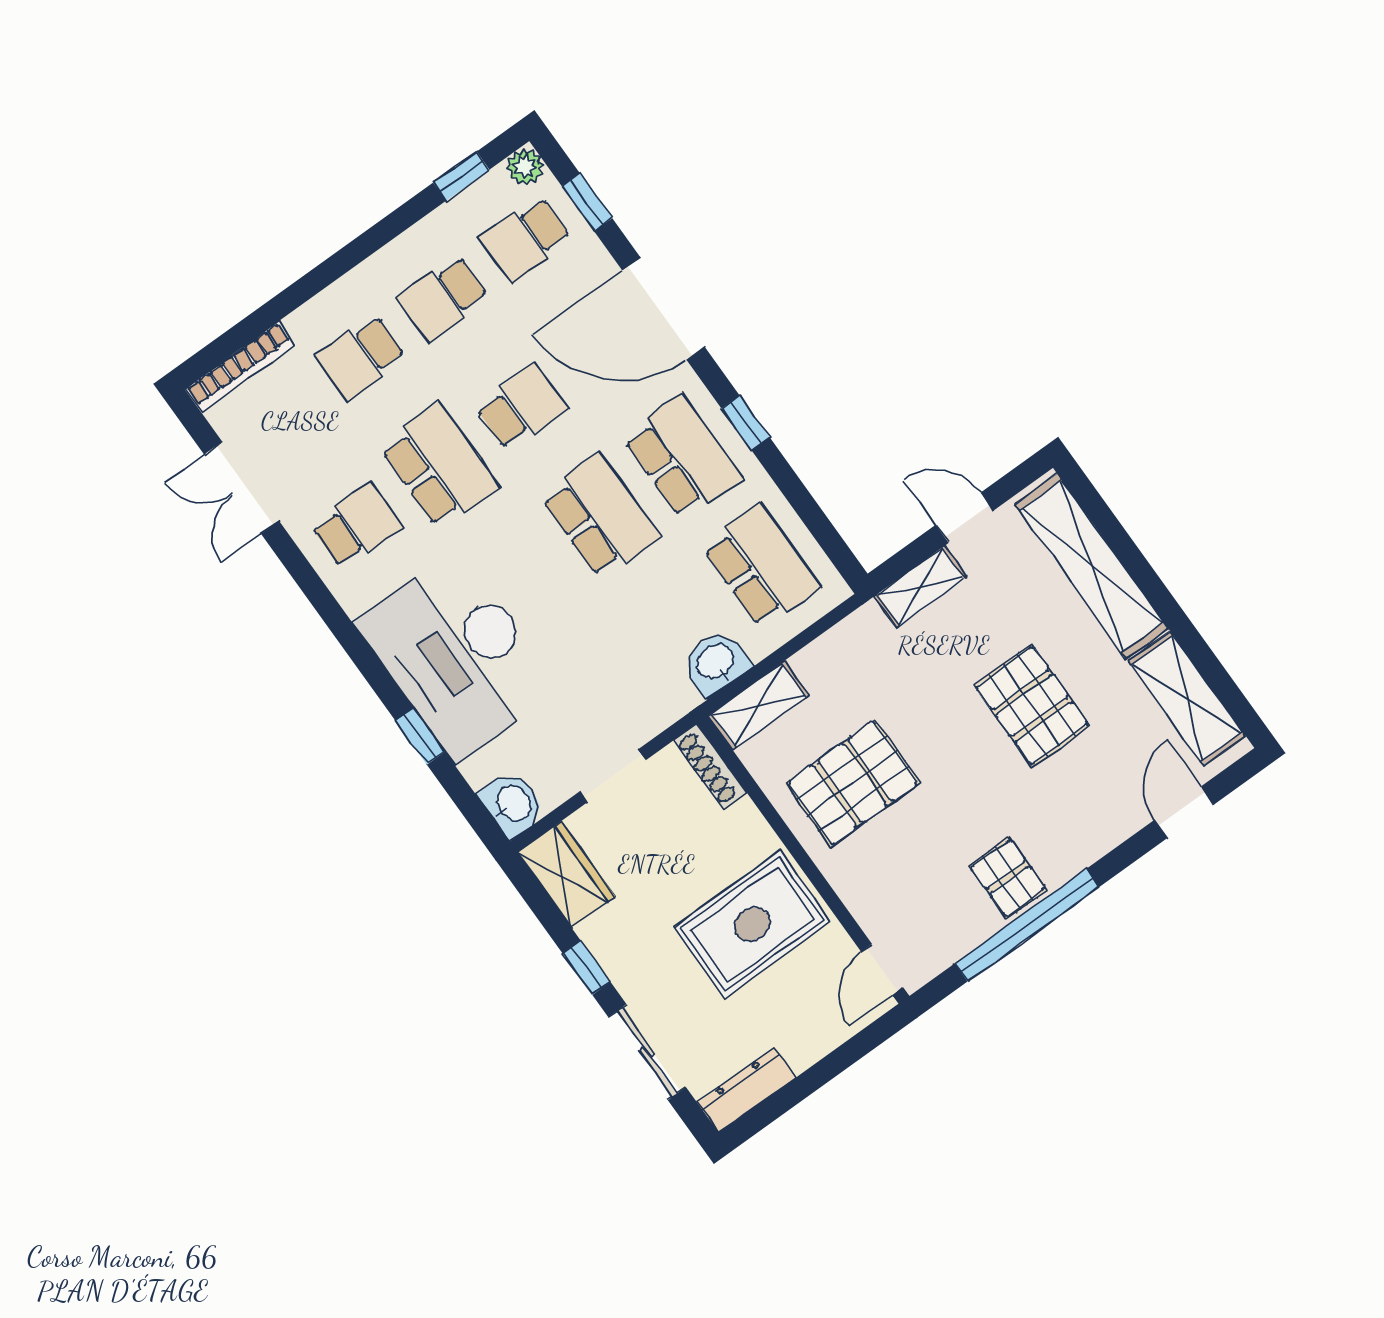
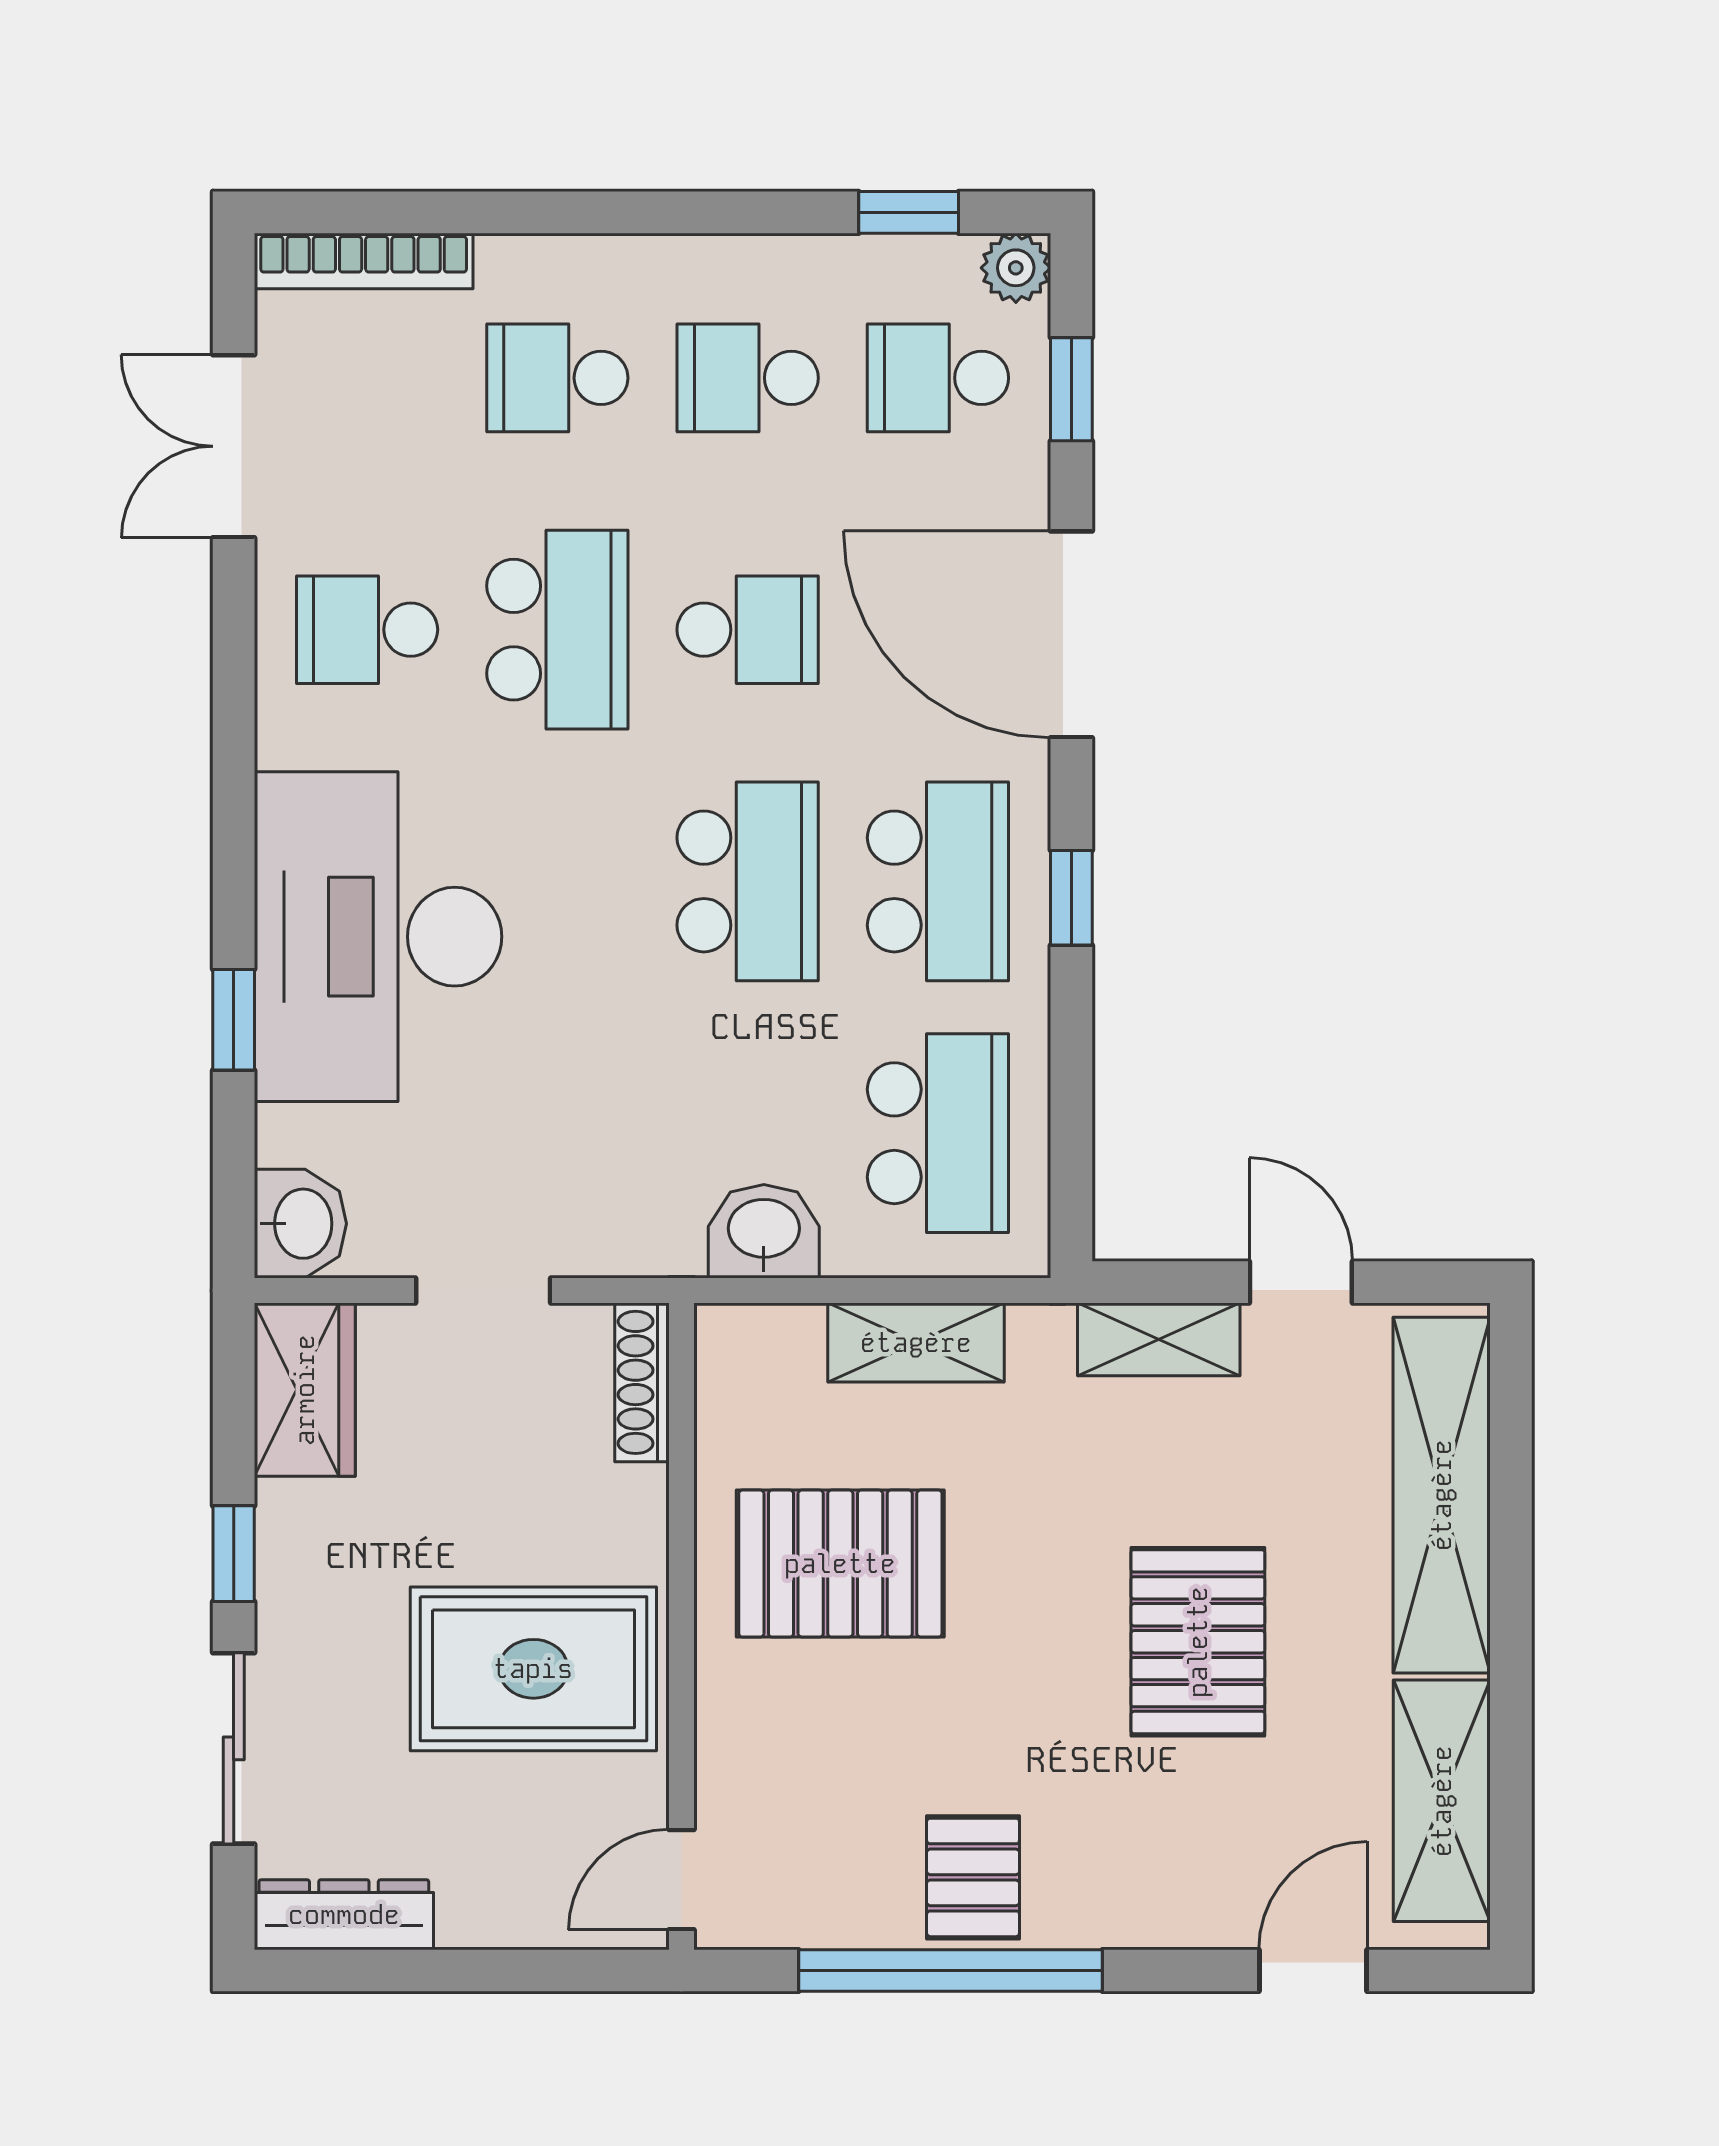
school desk: (357, 526) -> (367, 630), turned 180
shelving: (759, 705) -> (916, 1343), moved

